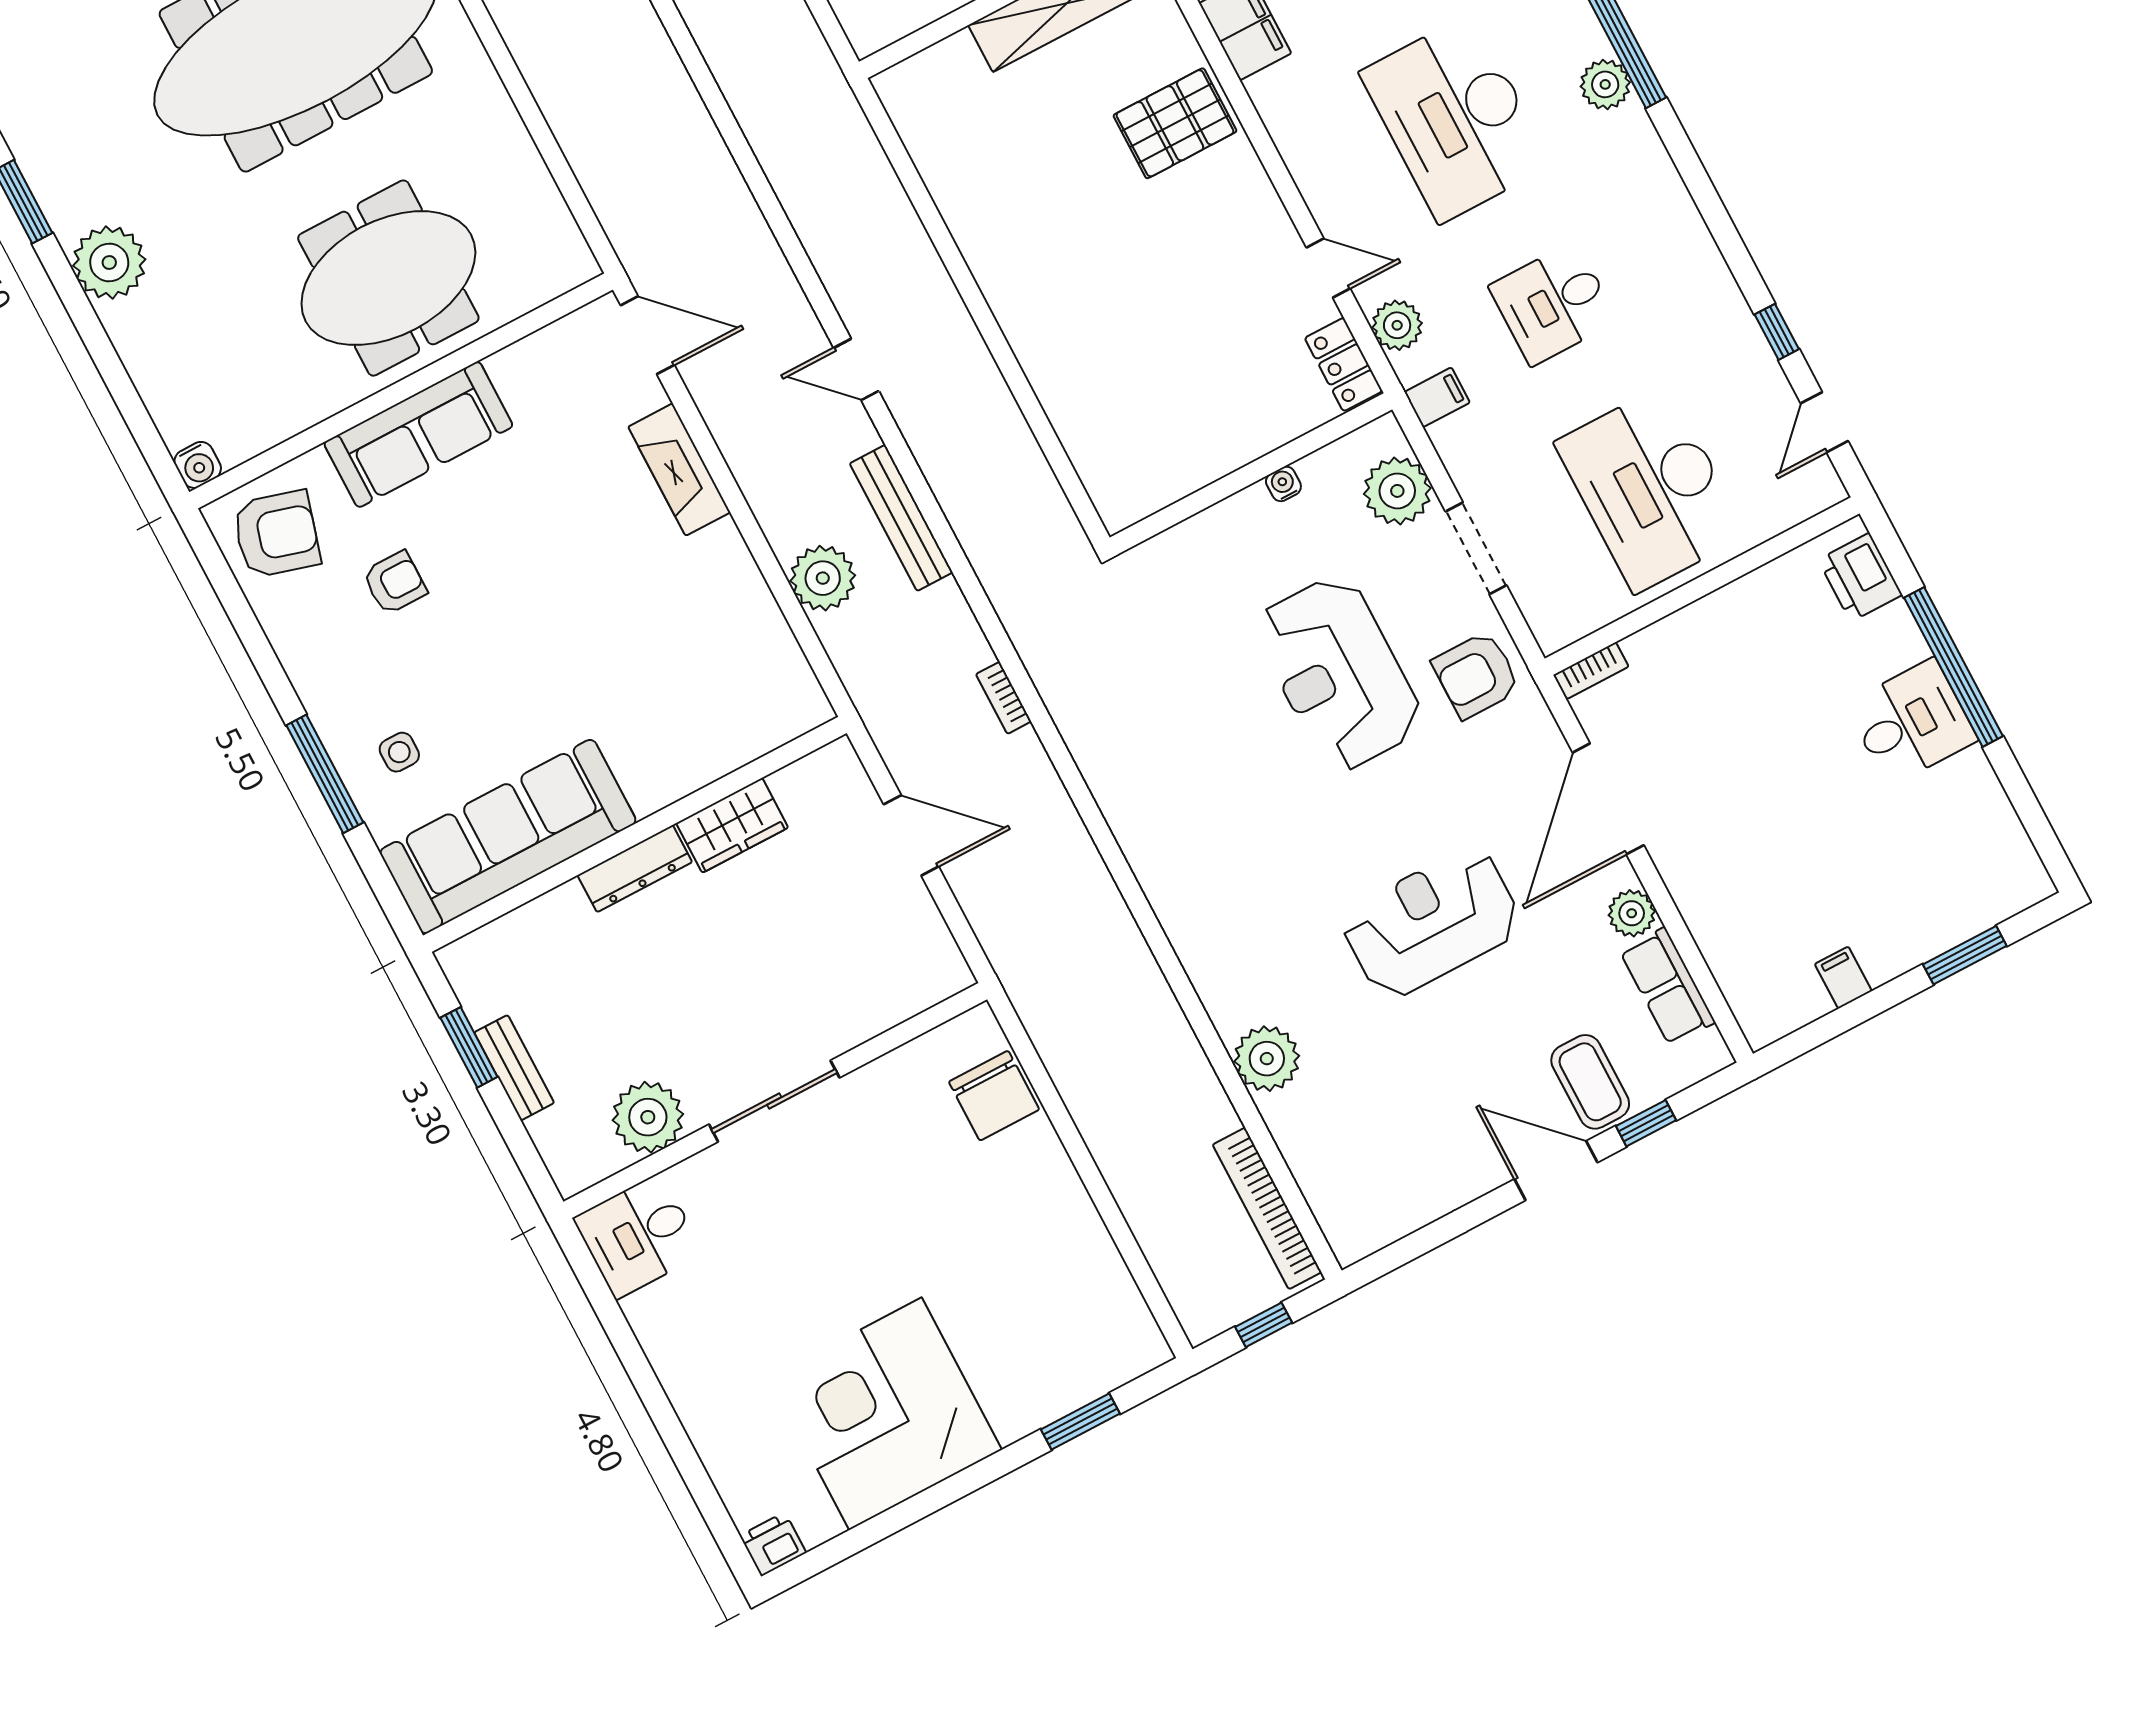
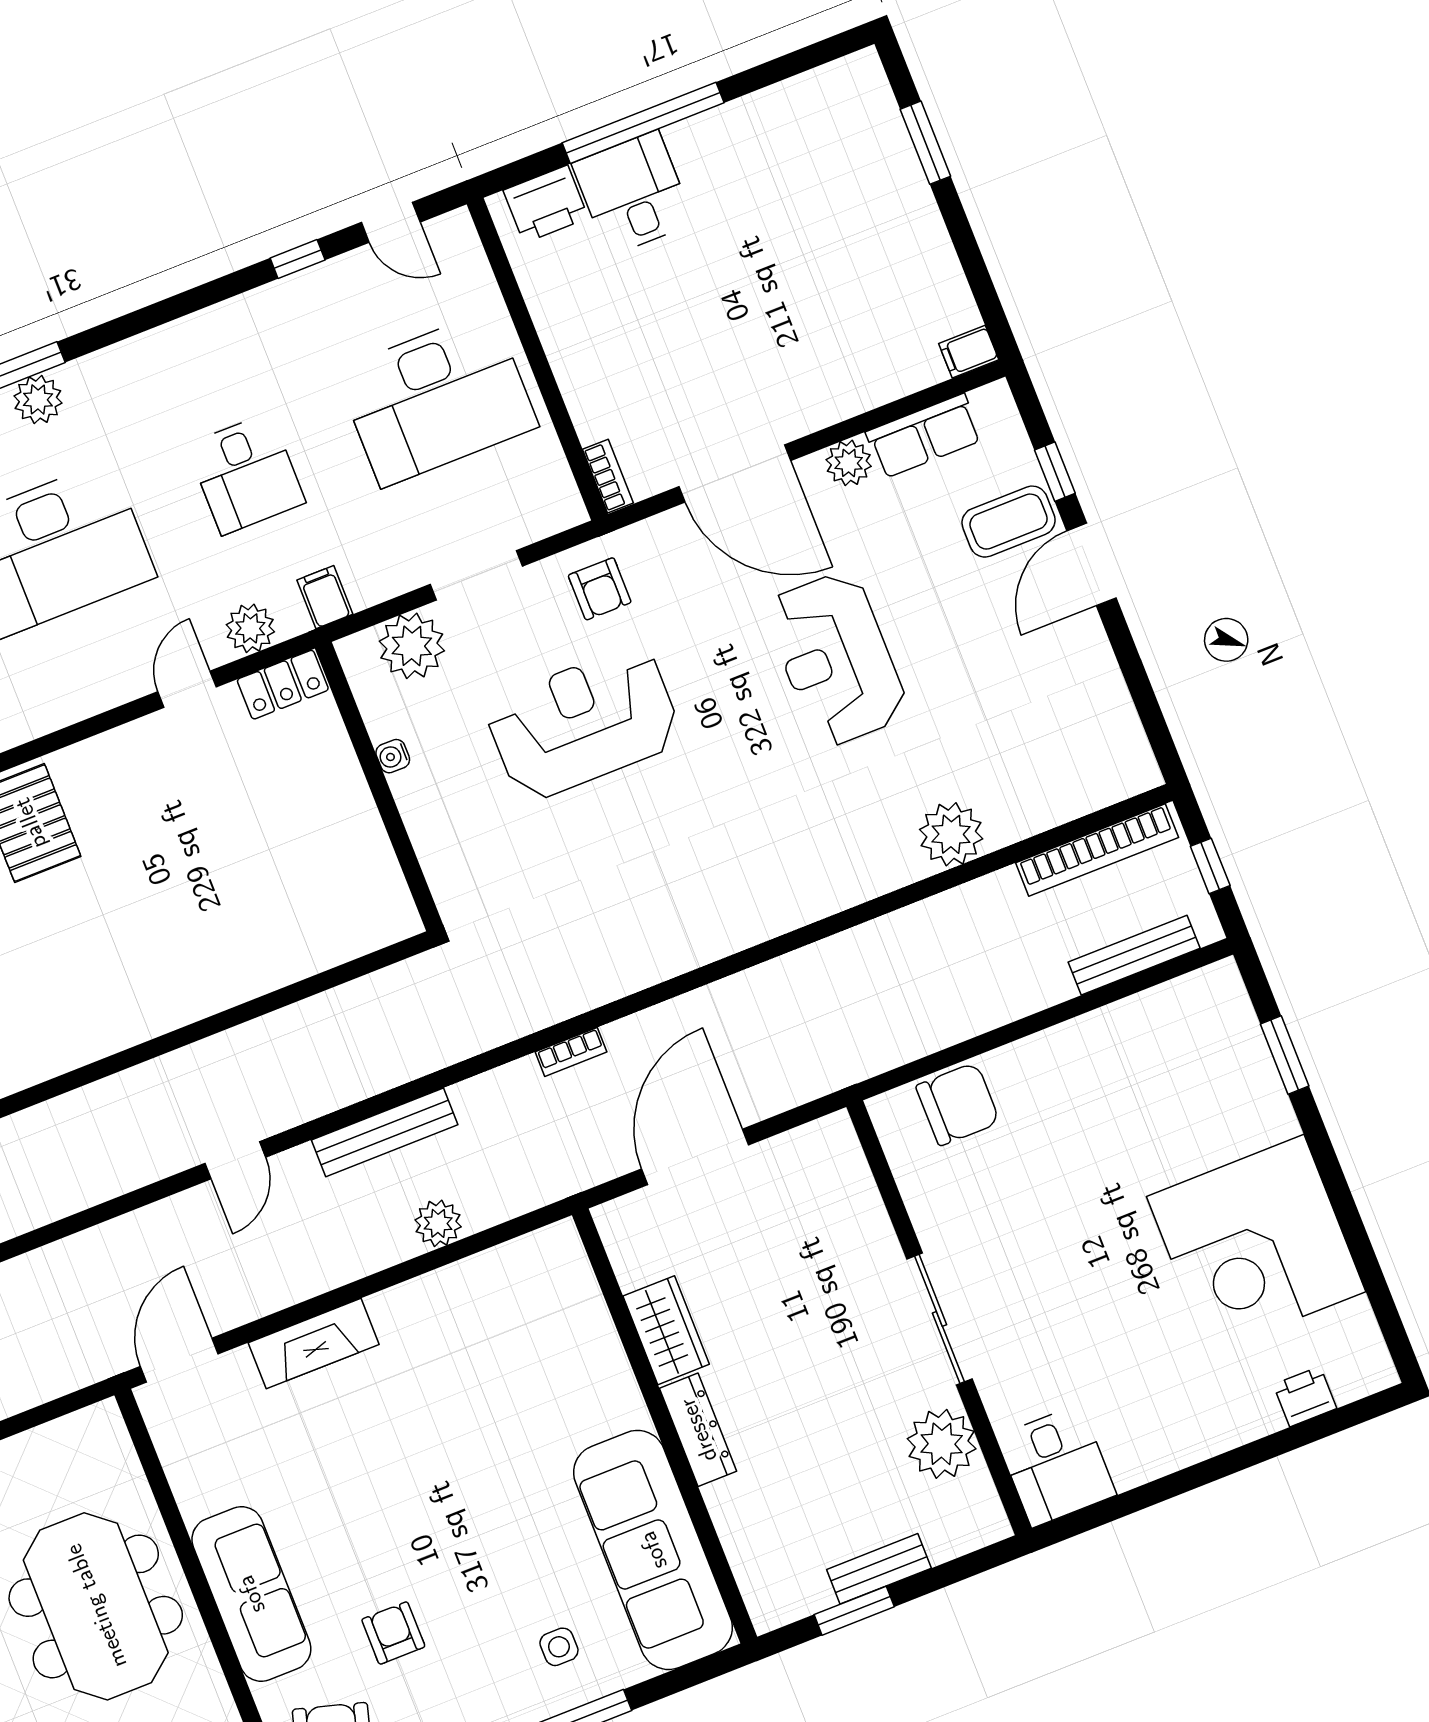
plant: (823, 578) -> (438, 1223), width x0.73, depth x0.73
reception desk: (1338, 674) -> (583, 723), turned 180
armchair: (1476, 675) -> (600, 589), width x0.72, depth x0.72
desk: (1911, 722) -> (633, 193), moved
door: (911, 835) -> (695, 1157), width x1.36
filing cabinet: (1843, 978) -> (969, 352), moved
bench: (1165, 1258) -> (1134, 955), added
printer: (773, 1544) -> (1305, 1396), moved, turned 90

